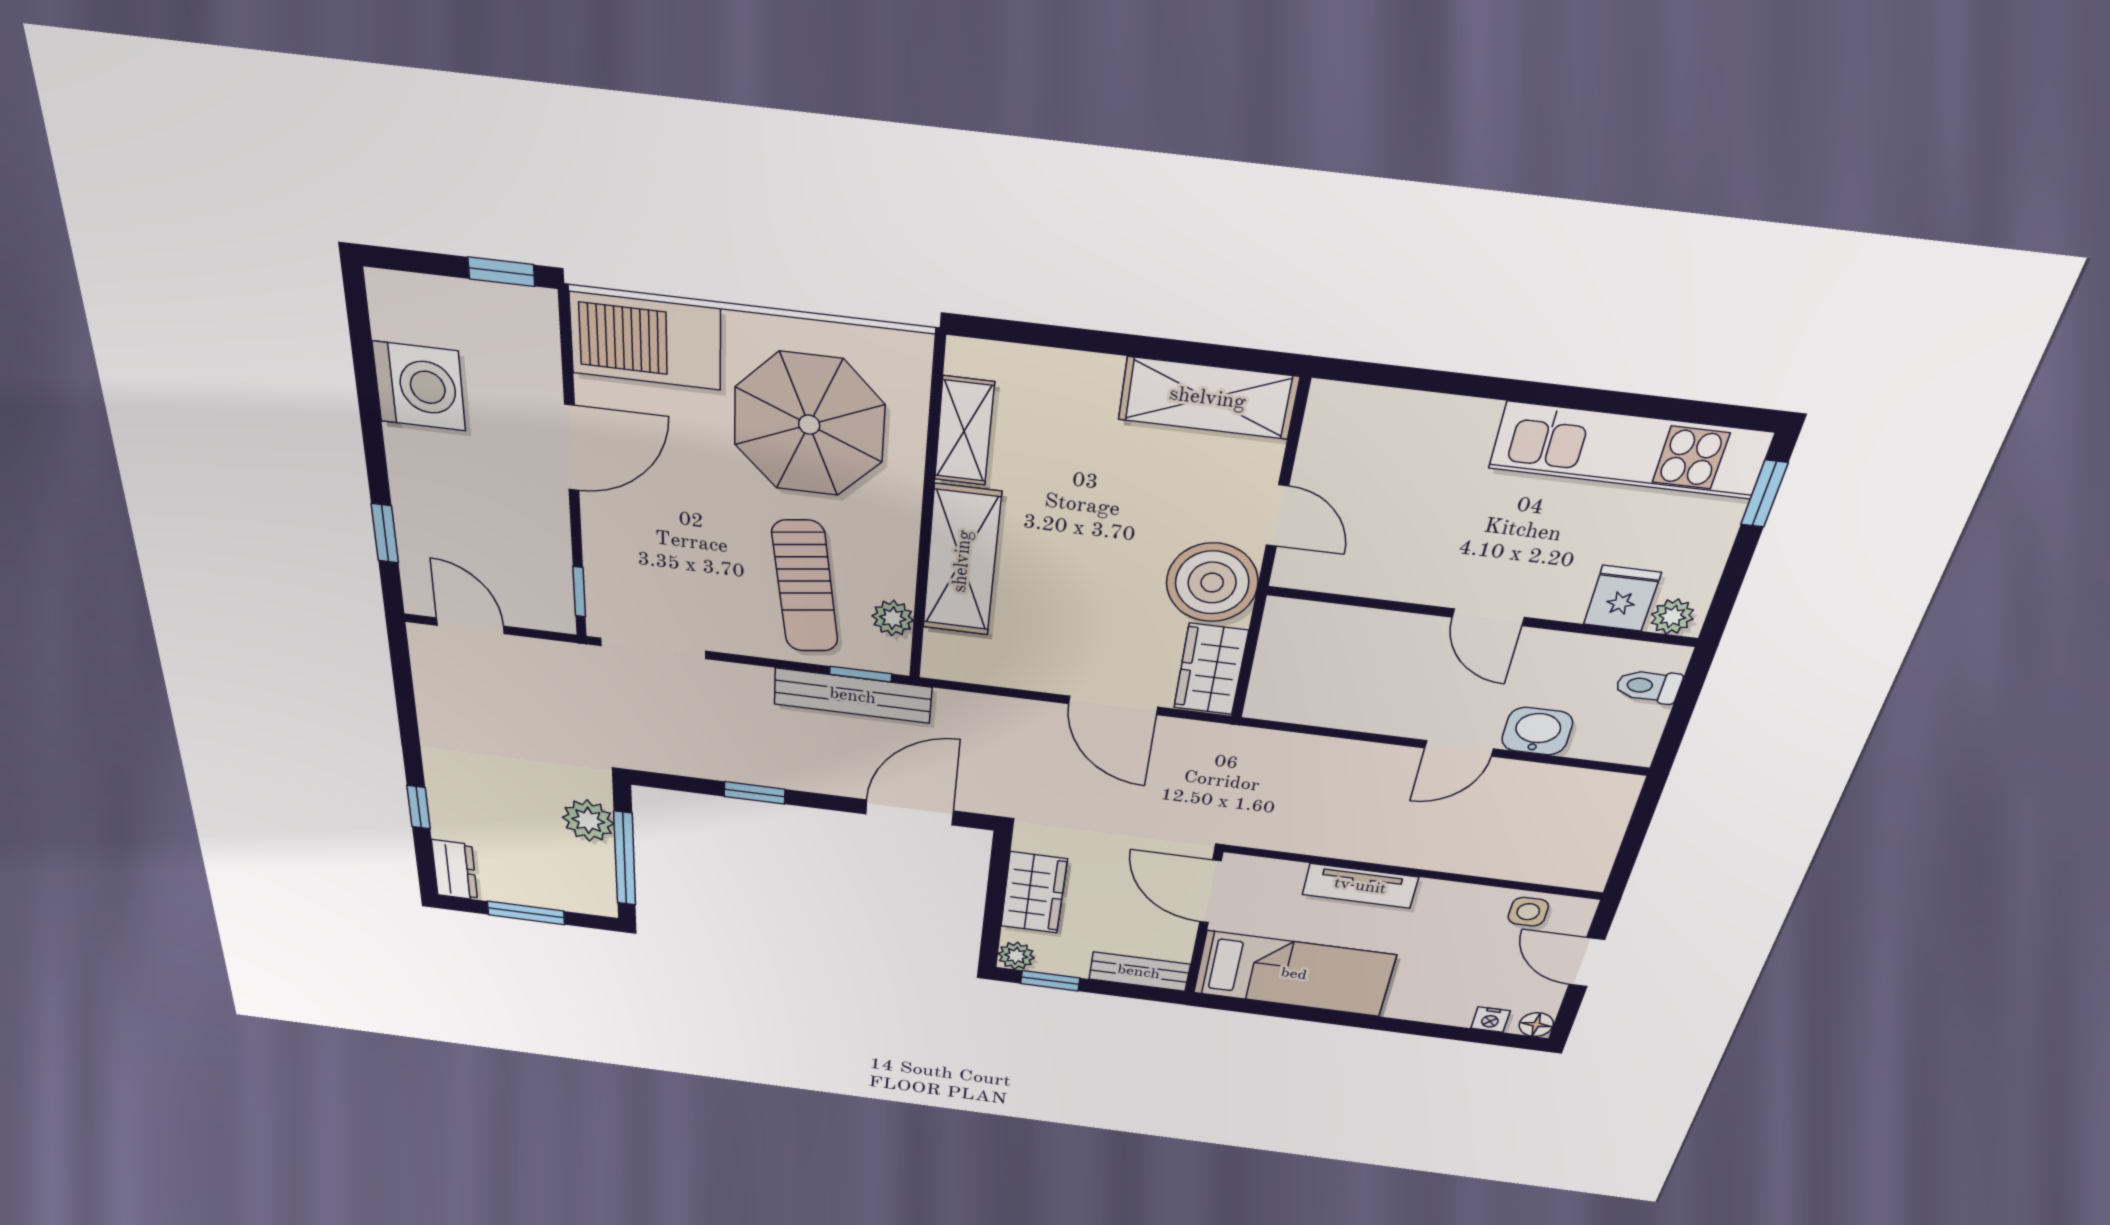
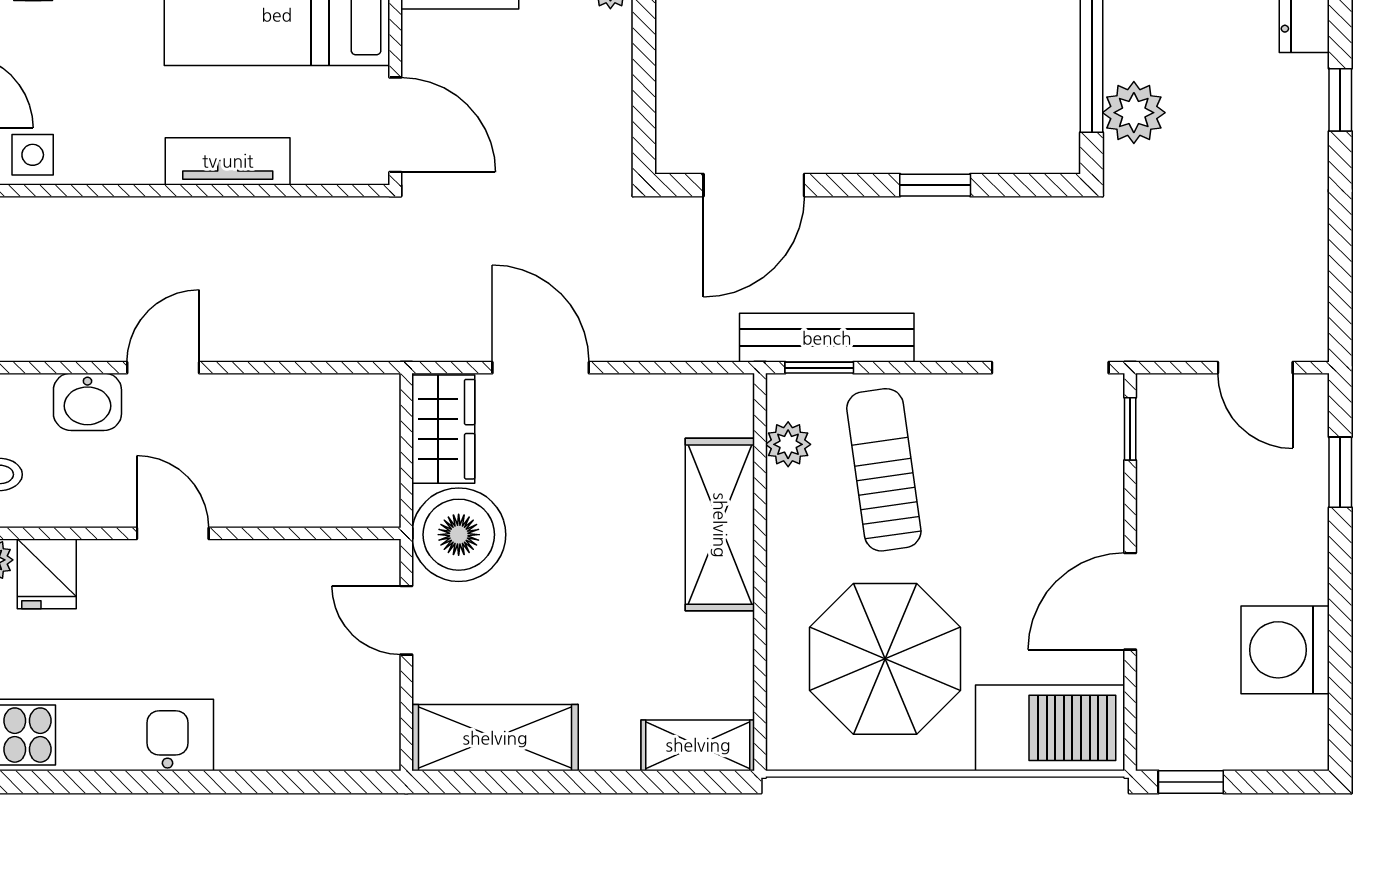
shelving: (964, 431) -> (698, 745), moved, turned 90
wardrobe: (1034, 893) -> (599, 89), removed

